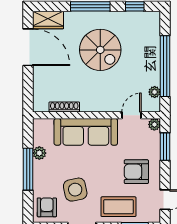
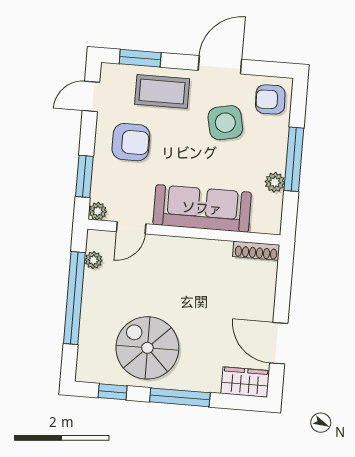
door: (28, 47) -> (279, 343), width x0.73
spiral stairs: (100, 50) -> (147, 348), moved
shoe rack: (64, 107) -> (256, 251), moved
armchair: (47, 207) -> (270, 99), turned 88

